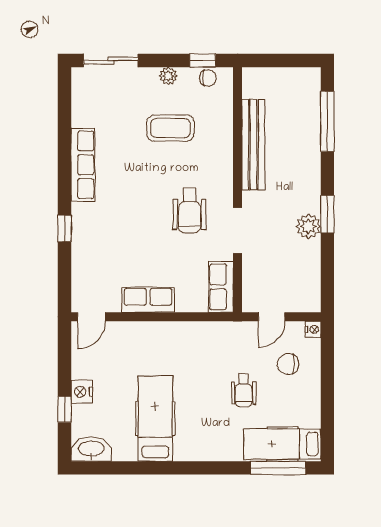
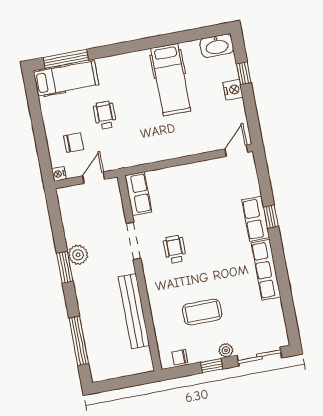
window: (203, 61) -> (212, 366), moved
plant: (168, 76) -> (226, 350), moved
wheelchair: (189, 211) -> (175, 249), width x0.73, depth x0.73
row of seats: (148, 300) -> (256, 219), moved, turned 90

